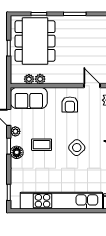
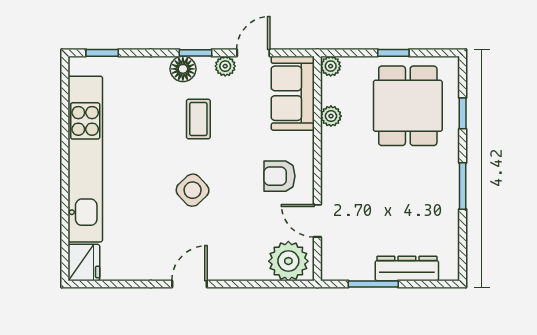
dining table: (35, 41) -> (408, 106), width x0.73
plant: (29, 79) -> (331, 66), moved
door: (92, 86) -> (317, 221), swing flipped

